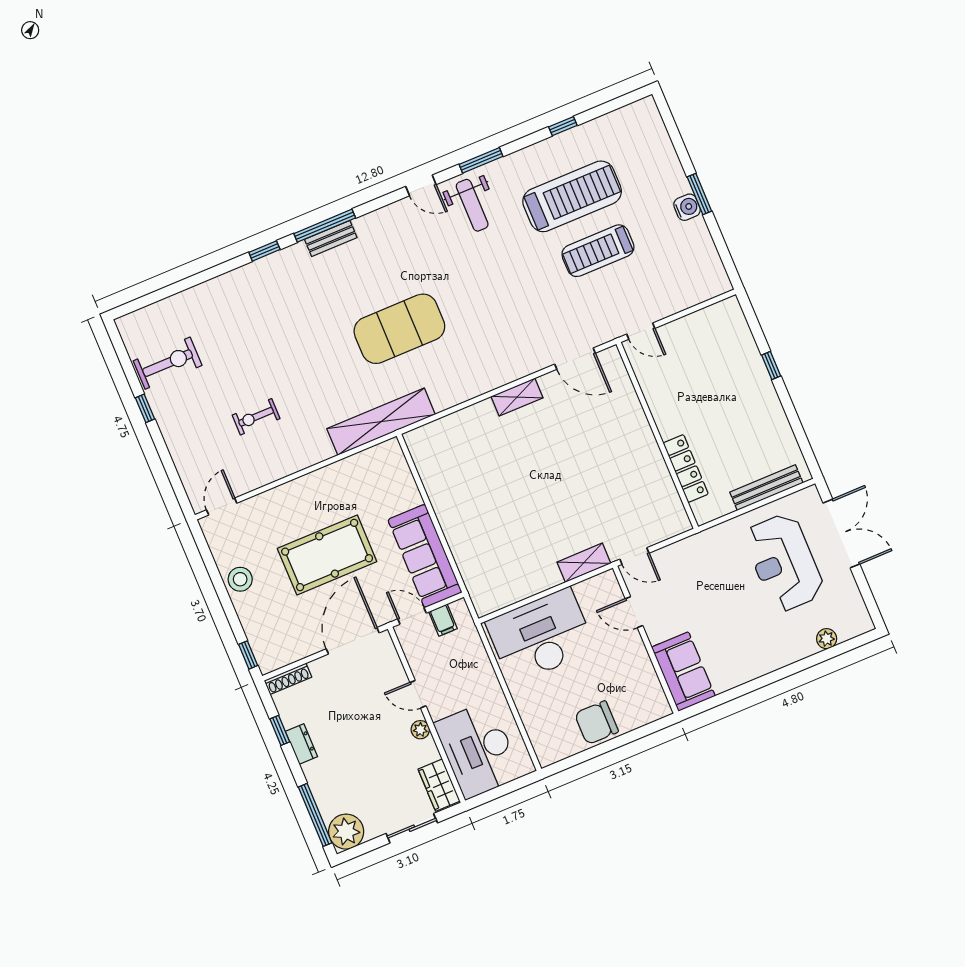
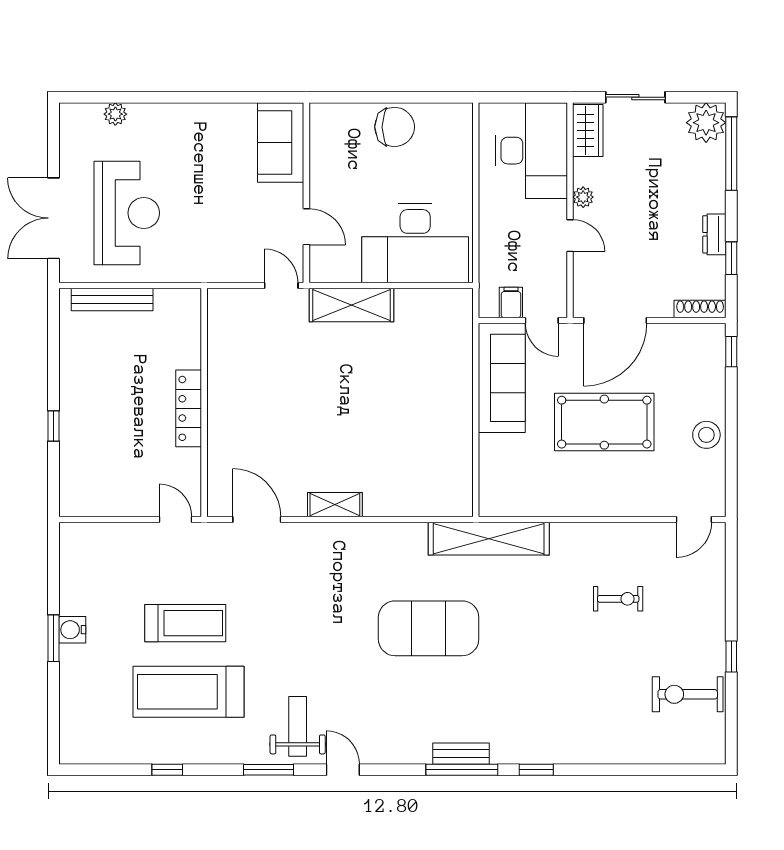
locker: (686, 468) -> (189, 408), moved
shelving: (584, 563) -> (351, 305), width x1.50, depth x1.33

